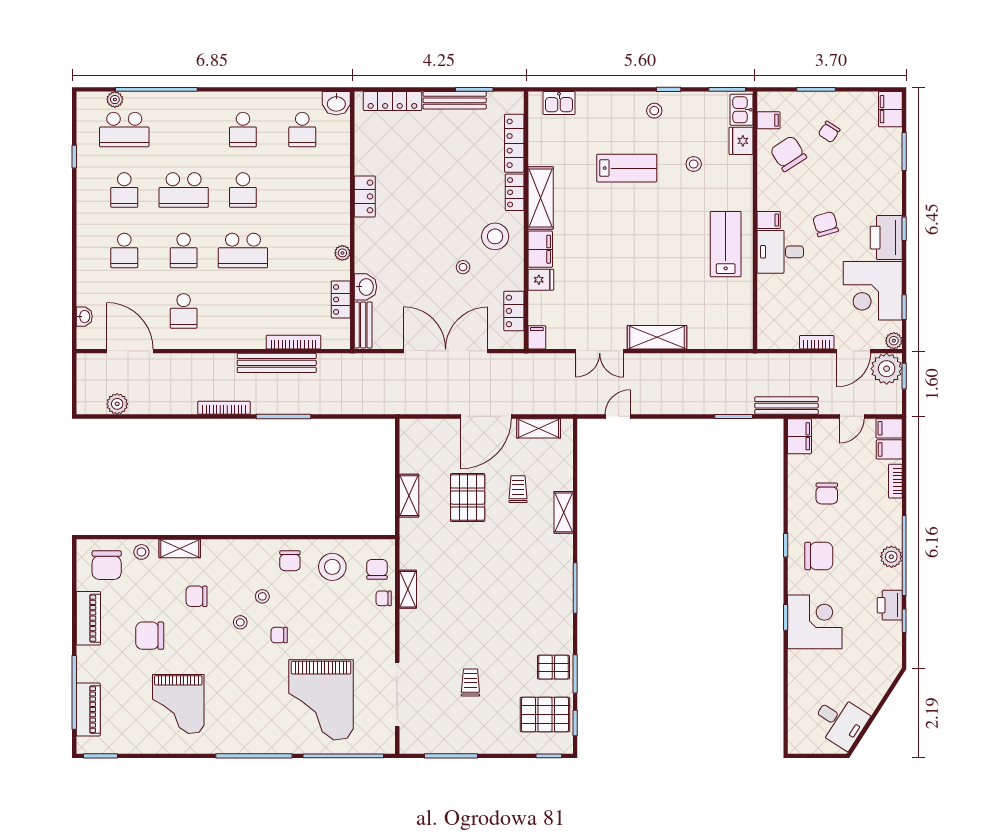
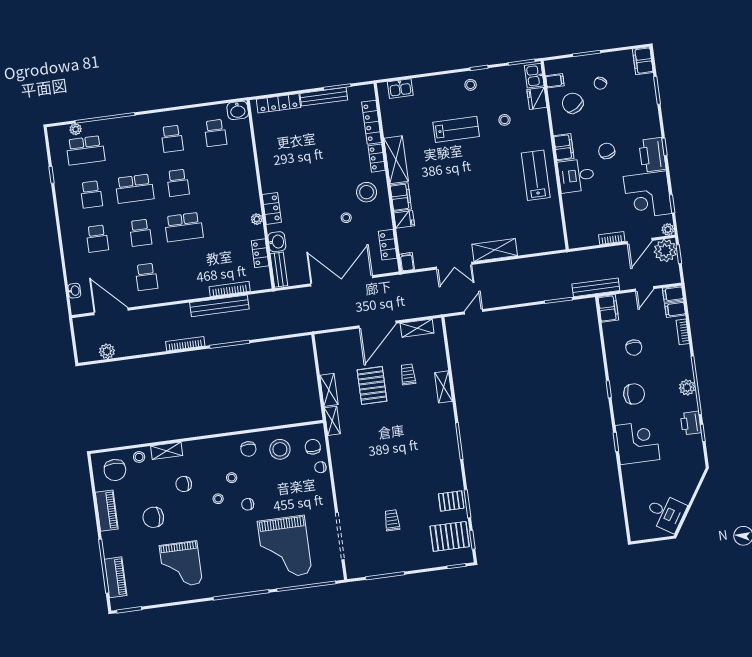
locker: (365, 196) -> (272, 208), moved
filing cabinet: (769, 220) -> (564, 147), width x2.00
shelving: (408, 589) -> (332, 421), moved

